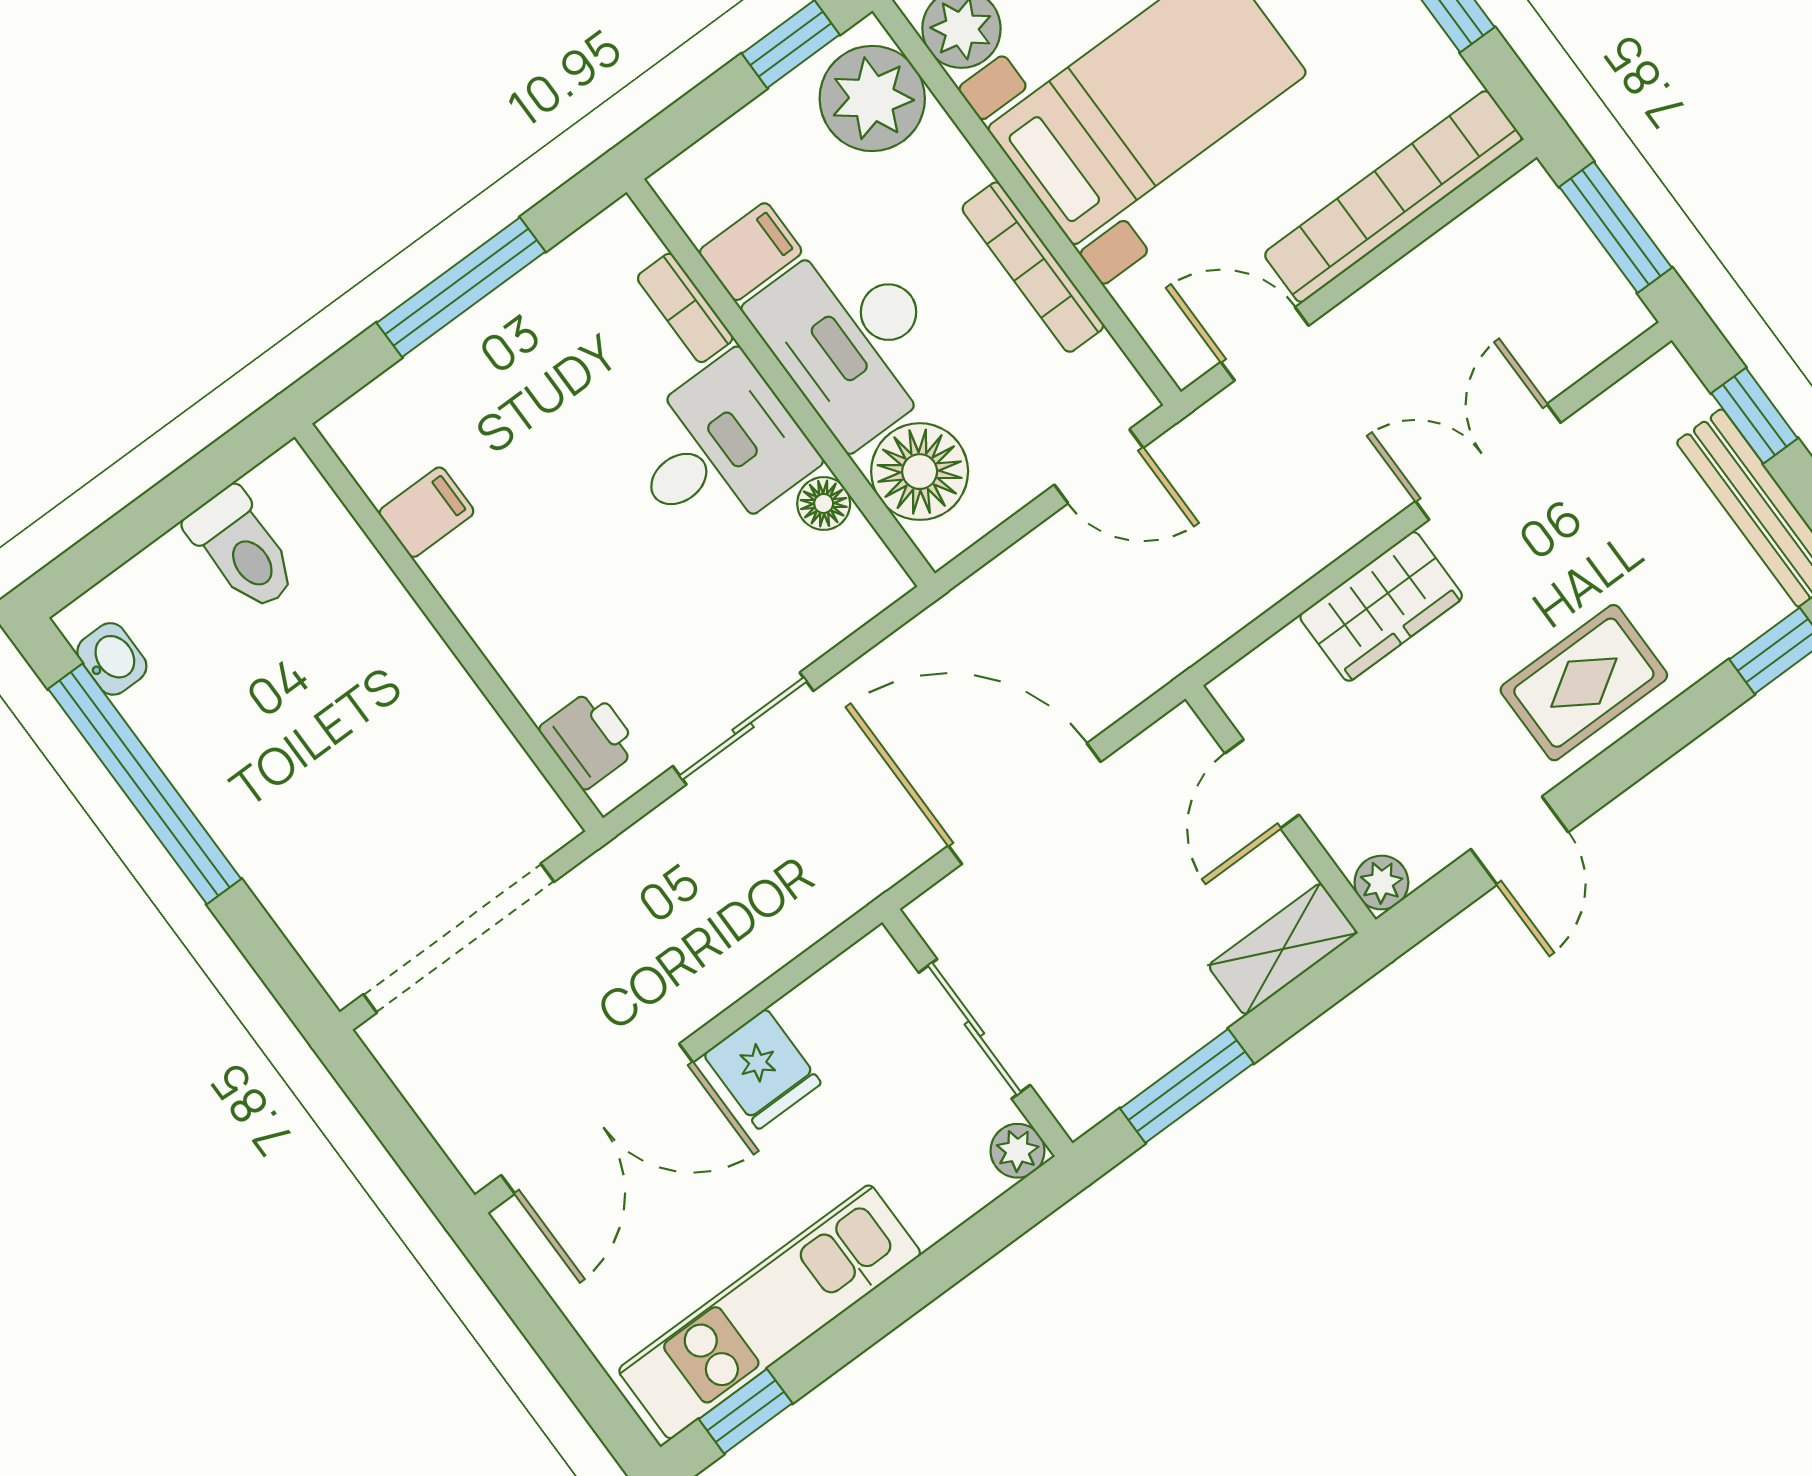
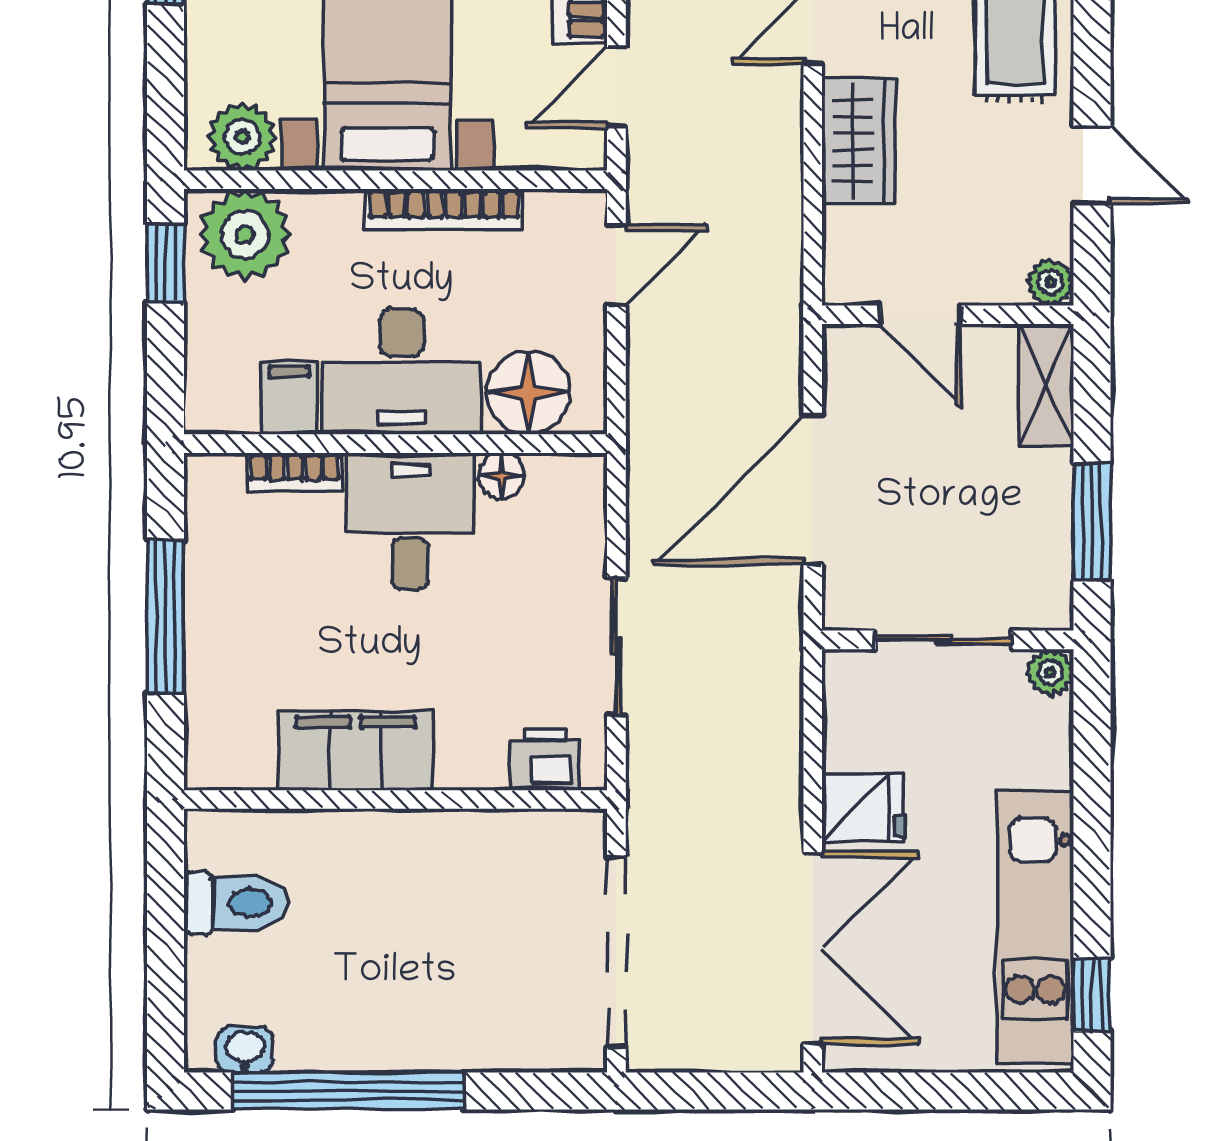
filing cabinet: (426, 512) -> (355, 750), width x3.00, depth x1.17

